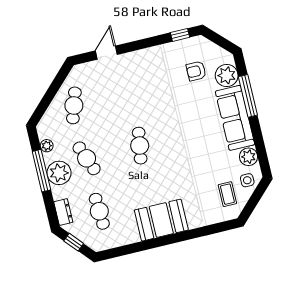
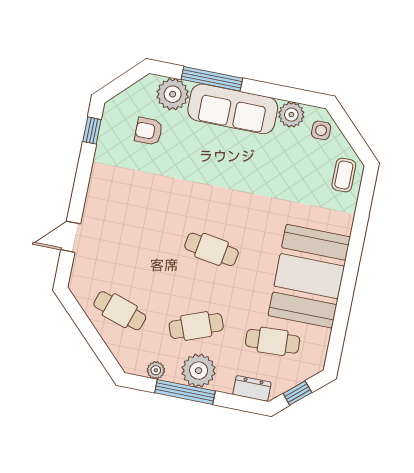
door: (106, 53) -> (71, 237), hinge flipped
armchair: (196, 71) -> (149, 131), turned 90
coffee table: (227, 194) -> (344, 175), moved, turned 90
booth: (161, 220) -> (309, 276), width x1.36, depth x1.42

